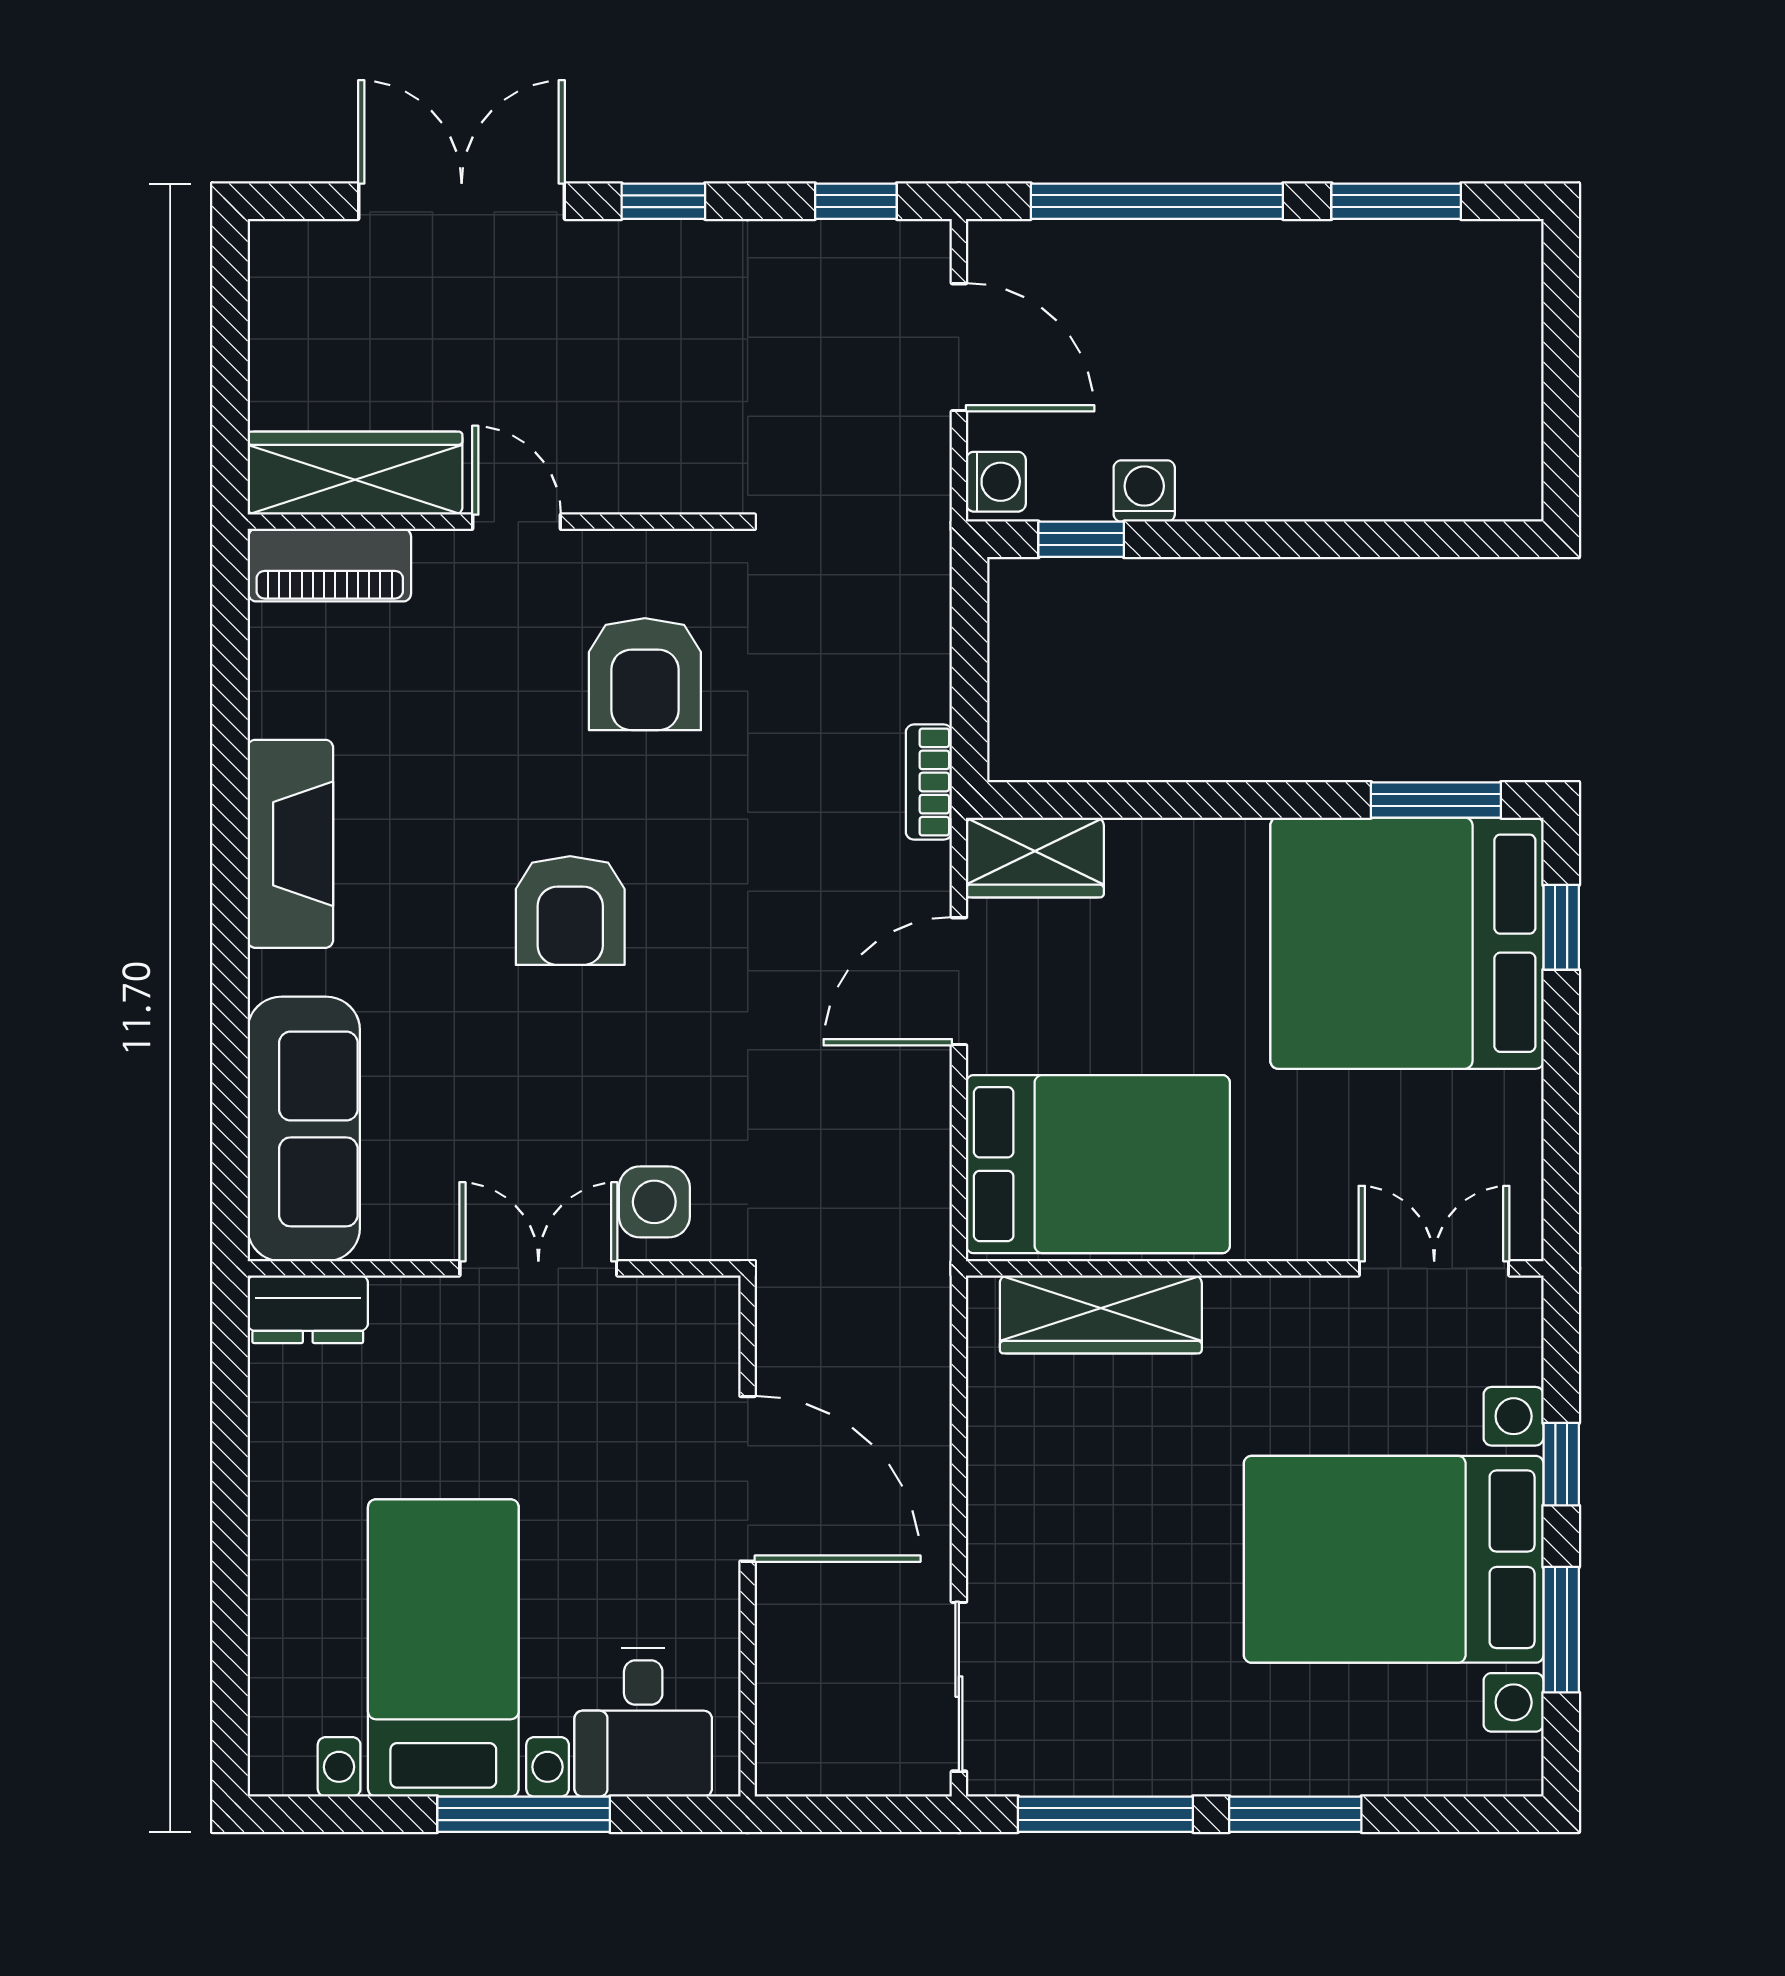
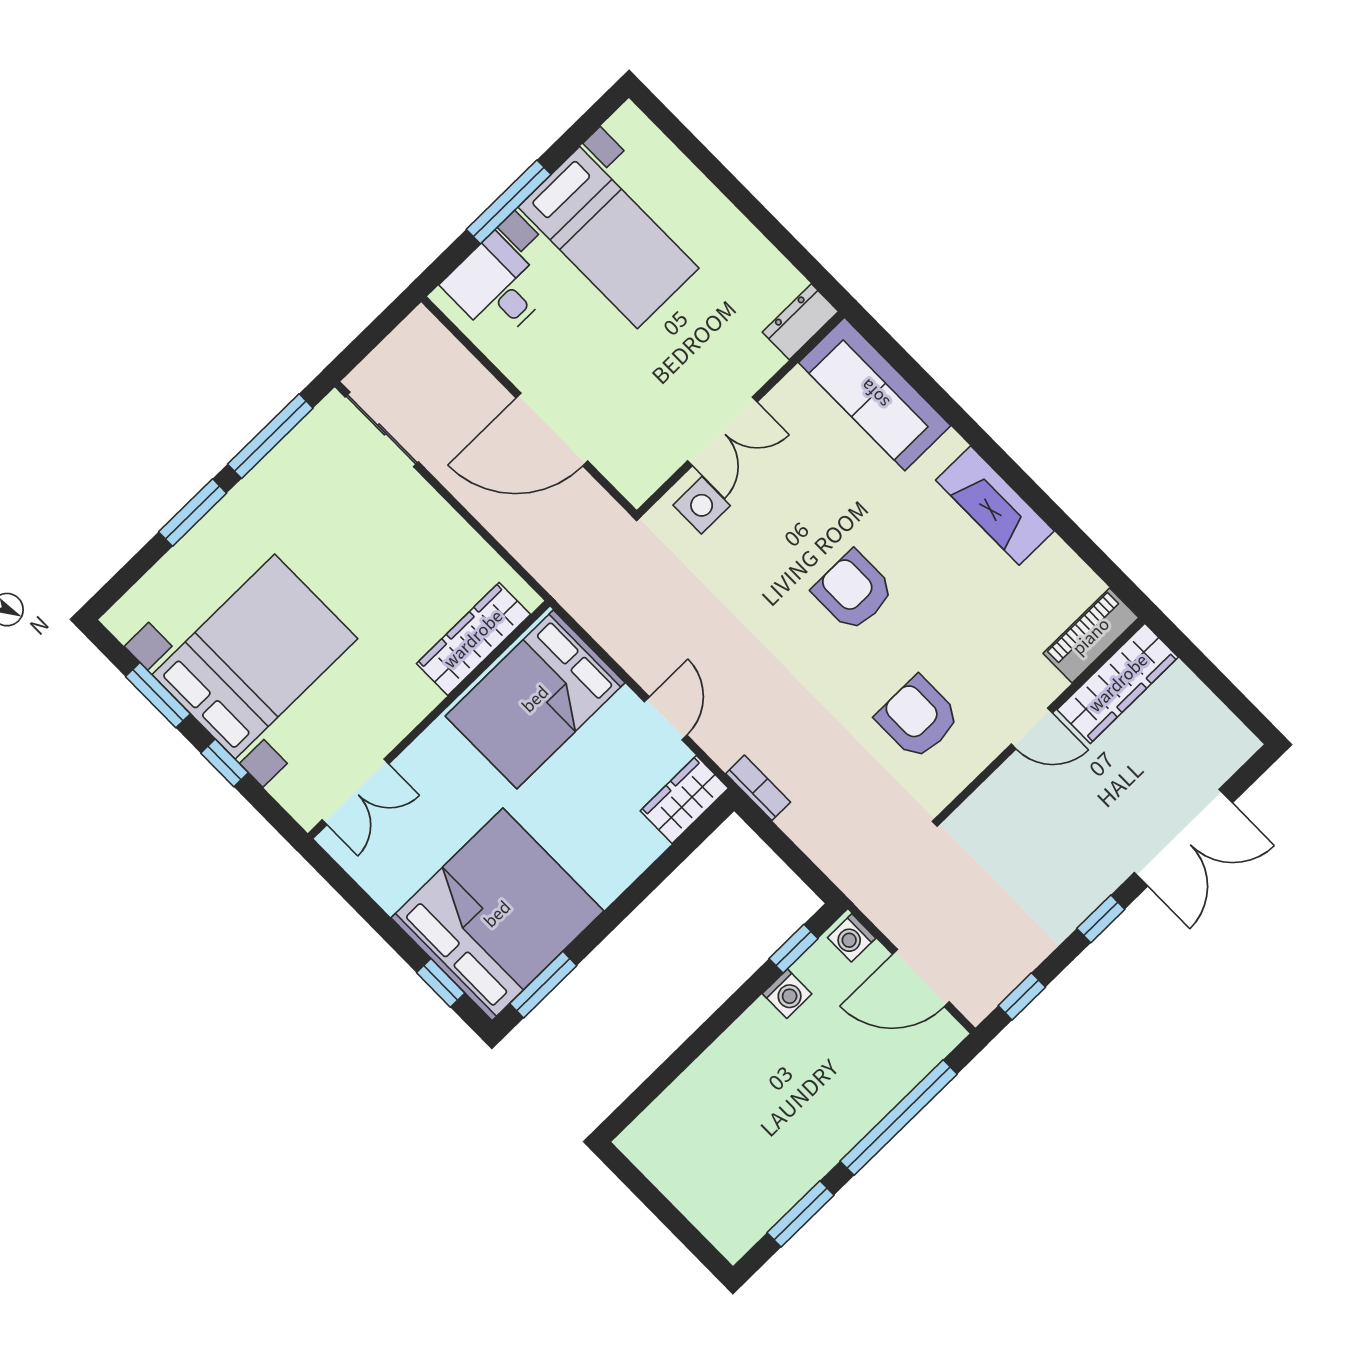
door: (959, 981) -> (666, 718), width x0.73

